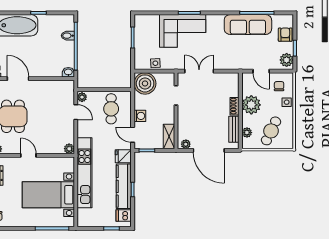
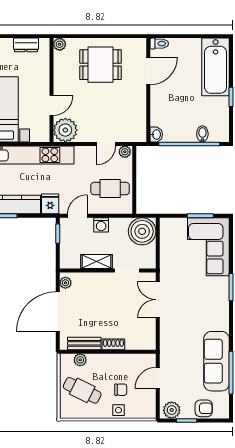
corner sofa: (183, 31) -> (208, 247), moved
side table: (155, 63) -> (168, 244), removed
double door: (199, 71) -> (158, 300), swing flipped
chair: (279, 86) -> (121, 390), moved
plant: (251, 105) -> (115, 365), removed
shelving: (169, 136) -> (96, 262), moved
plant: (69, 149) -> (65, 130), width x1.88, depth x1.88
door: (28, 155) -> (51, 106), moved

